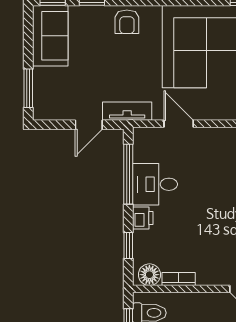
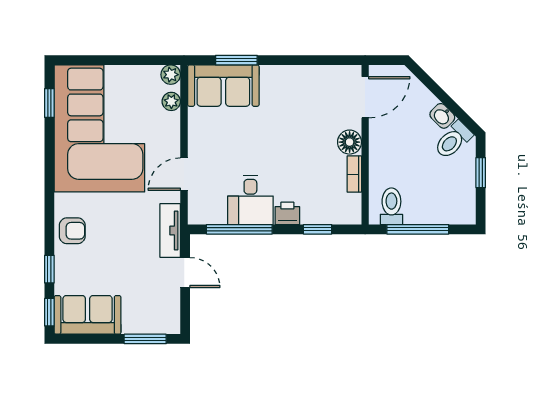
floor lamp: (149, 275) -> (350, 142), moved

